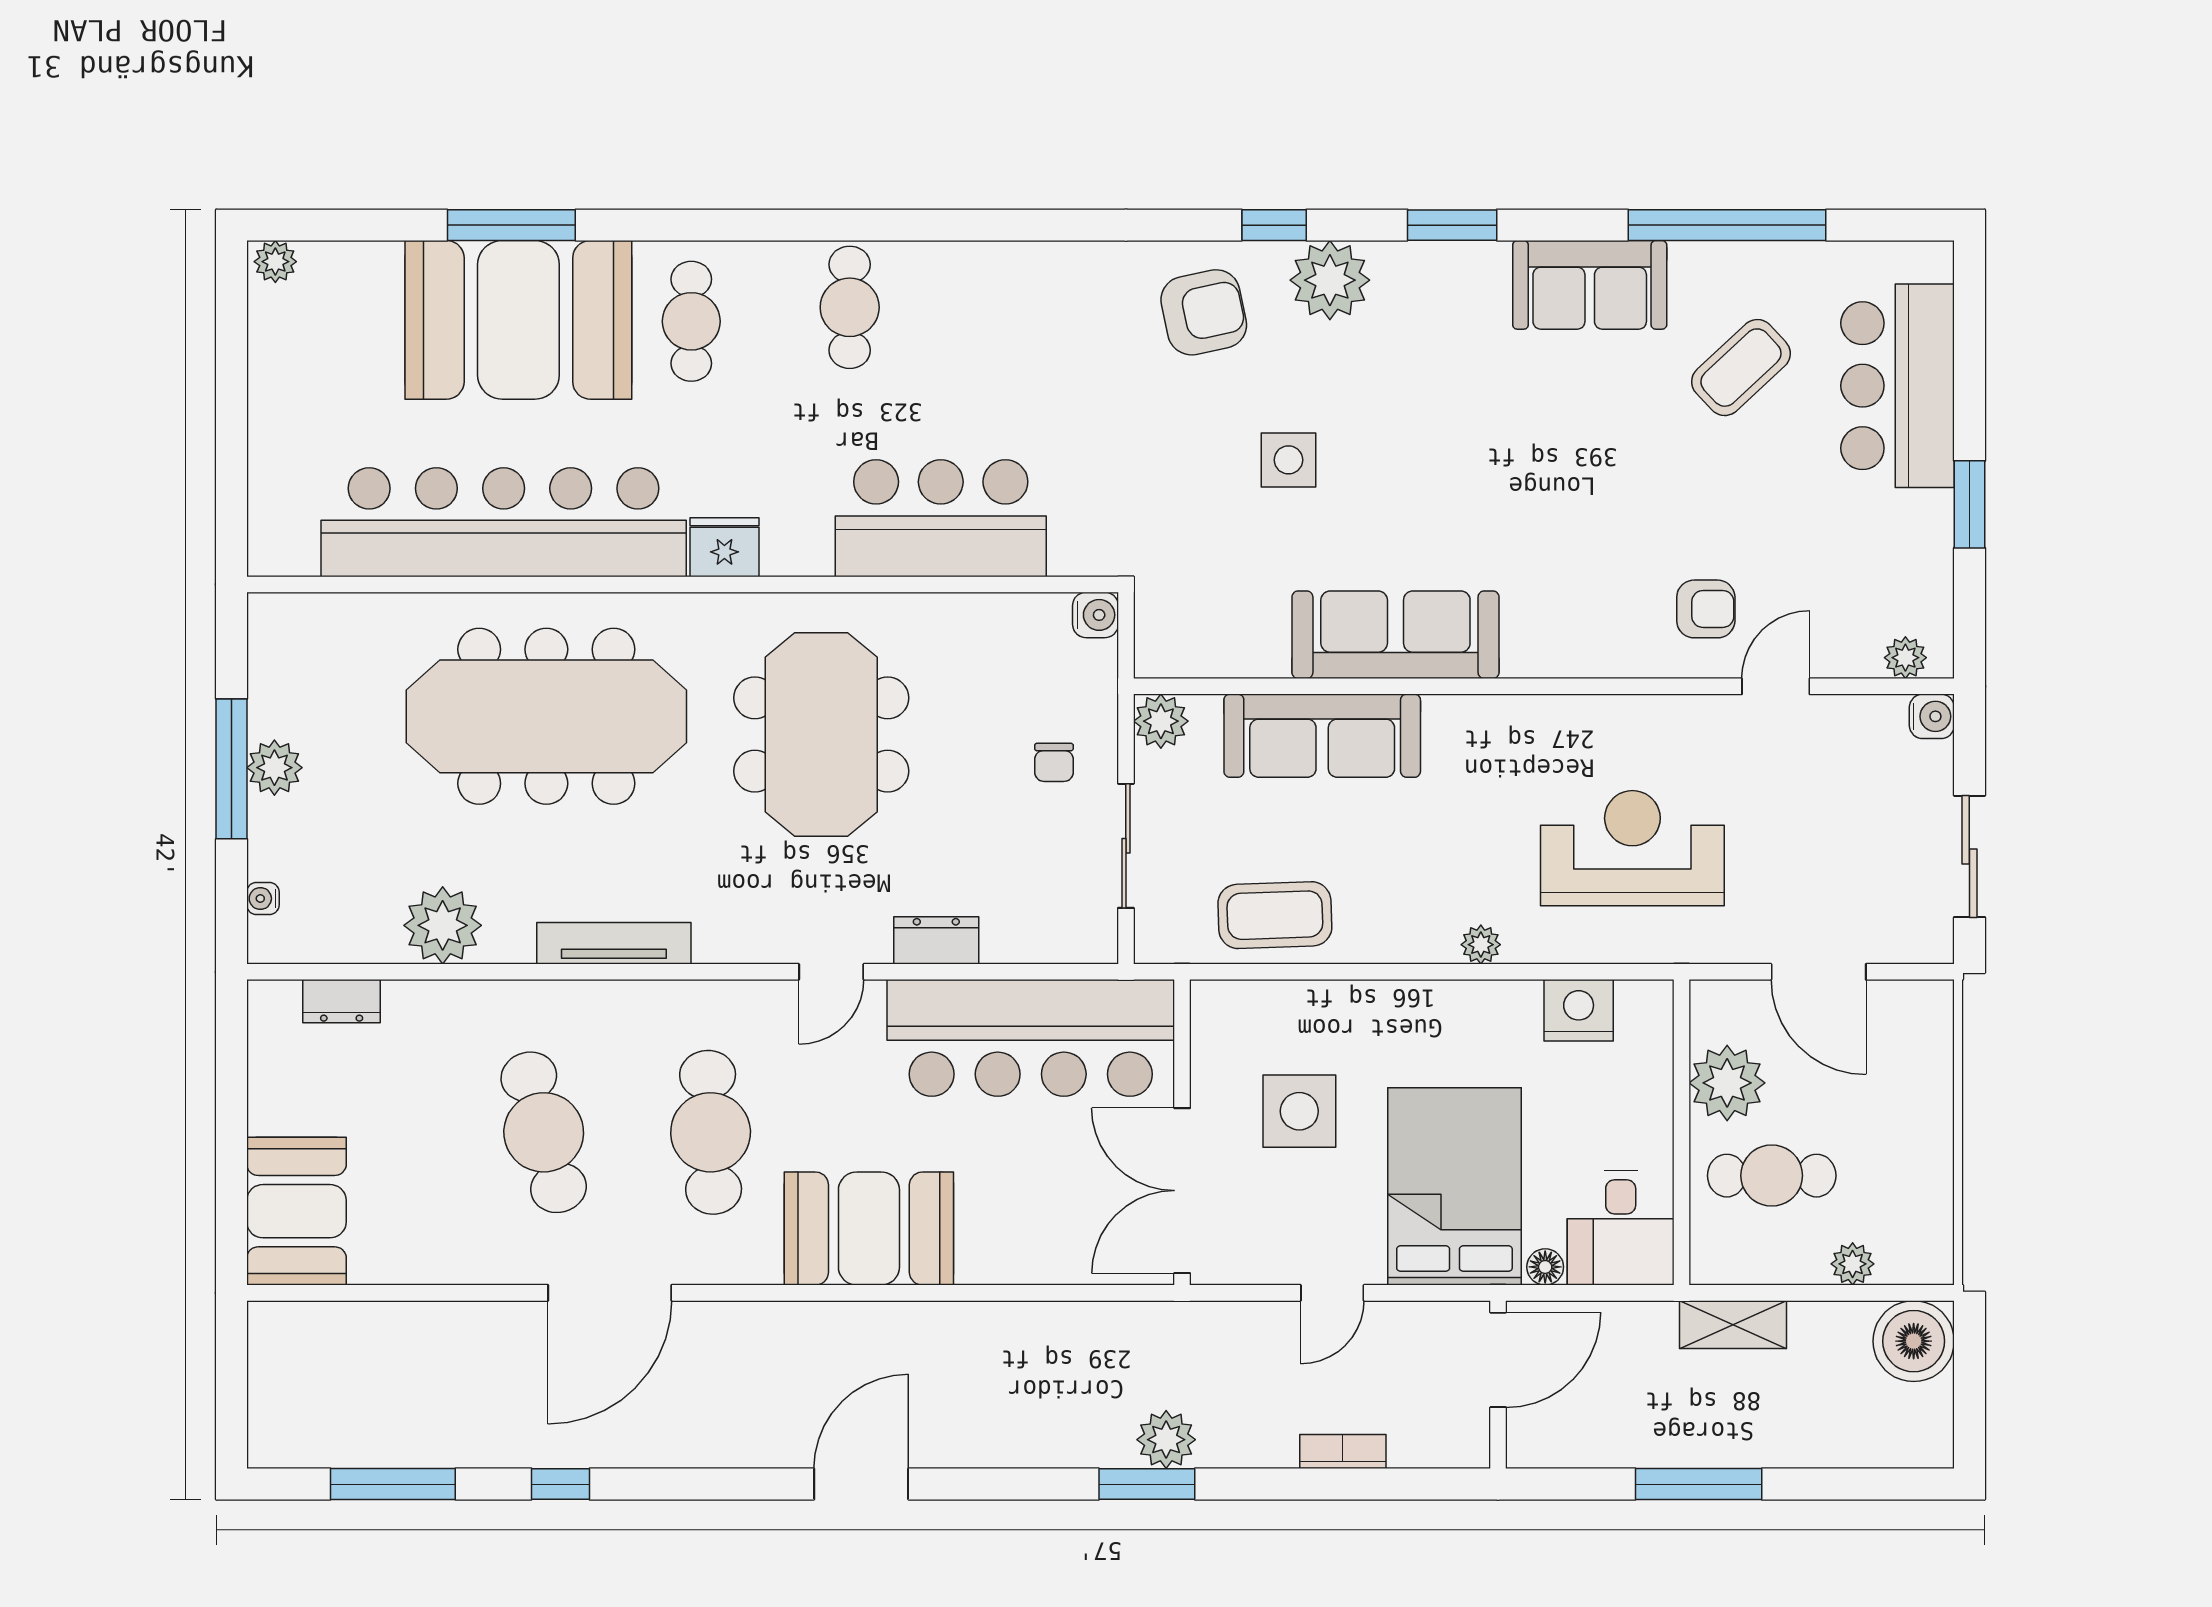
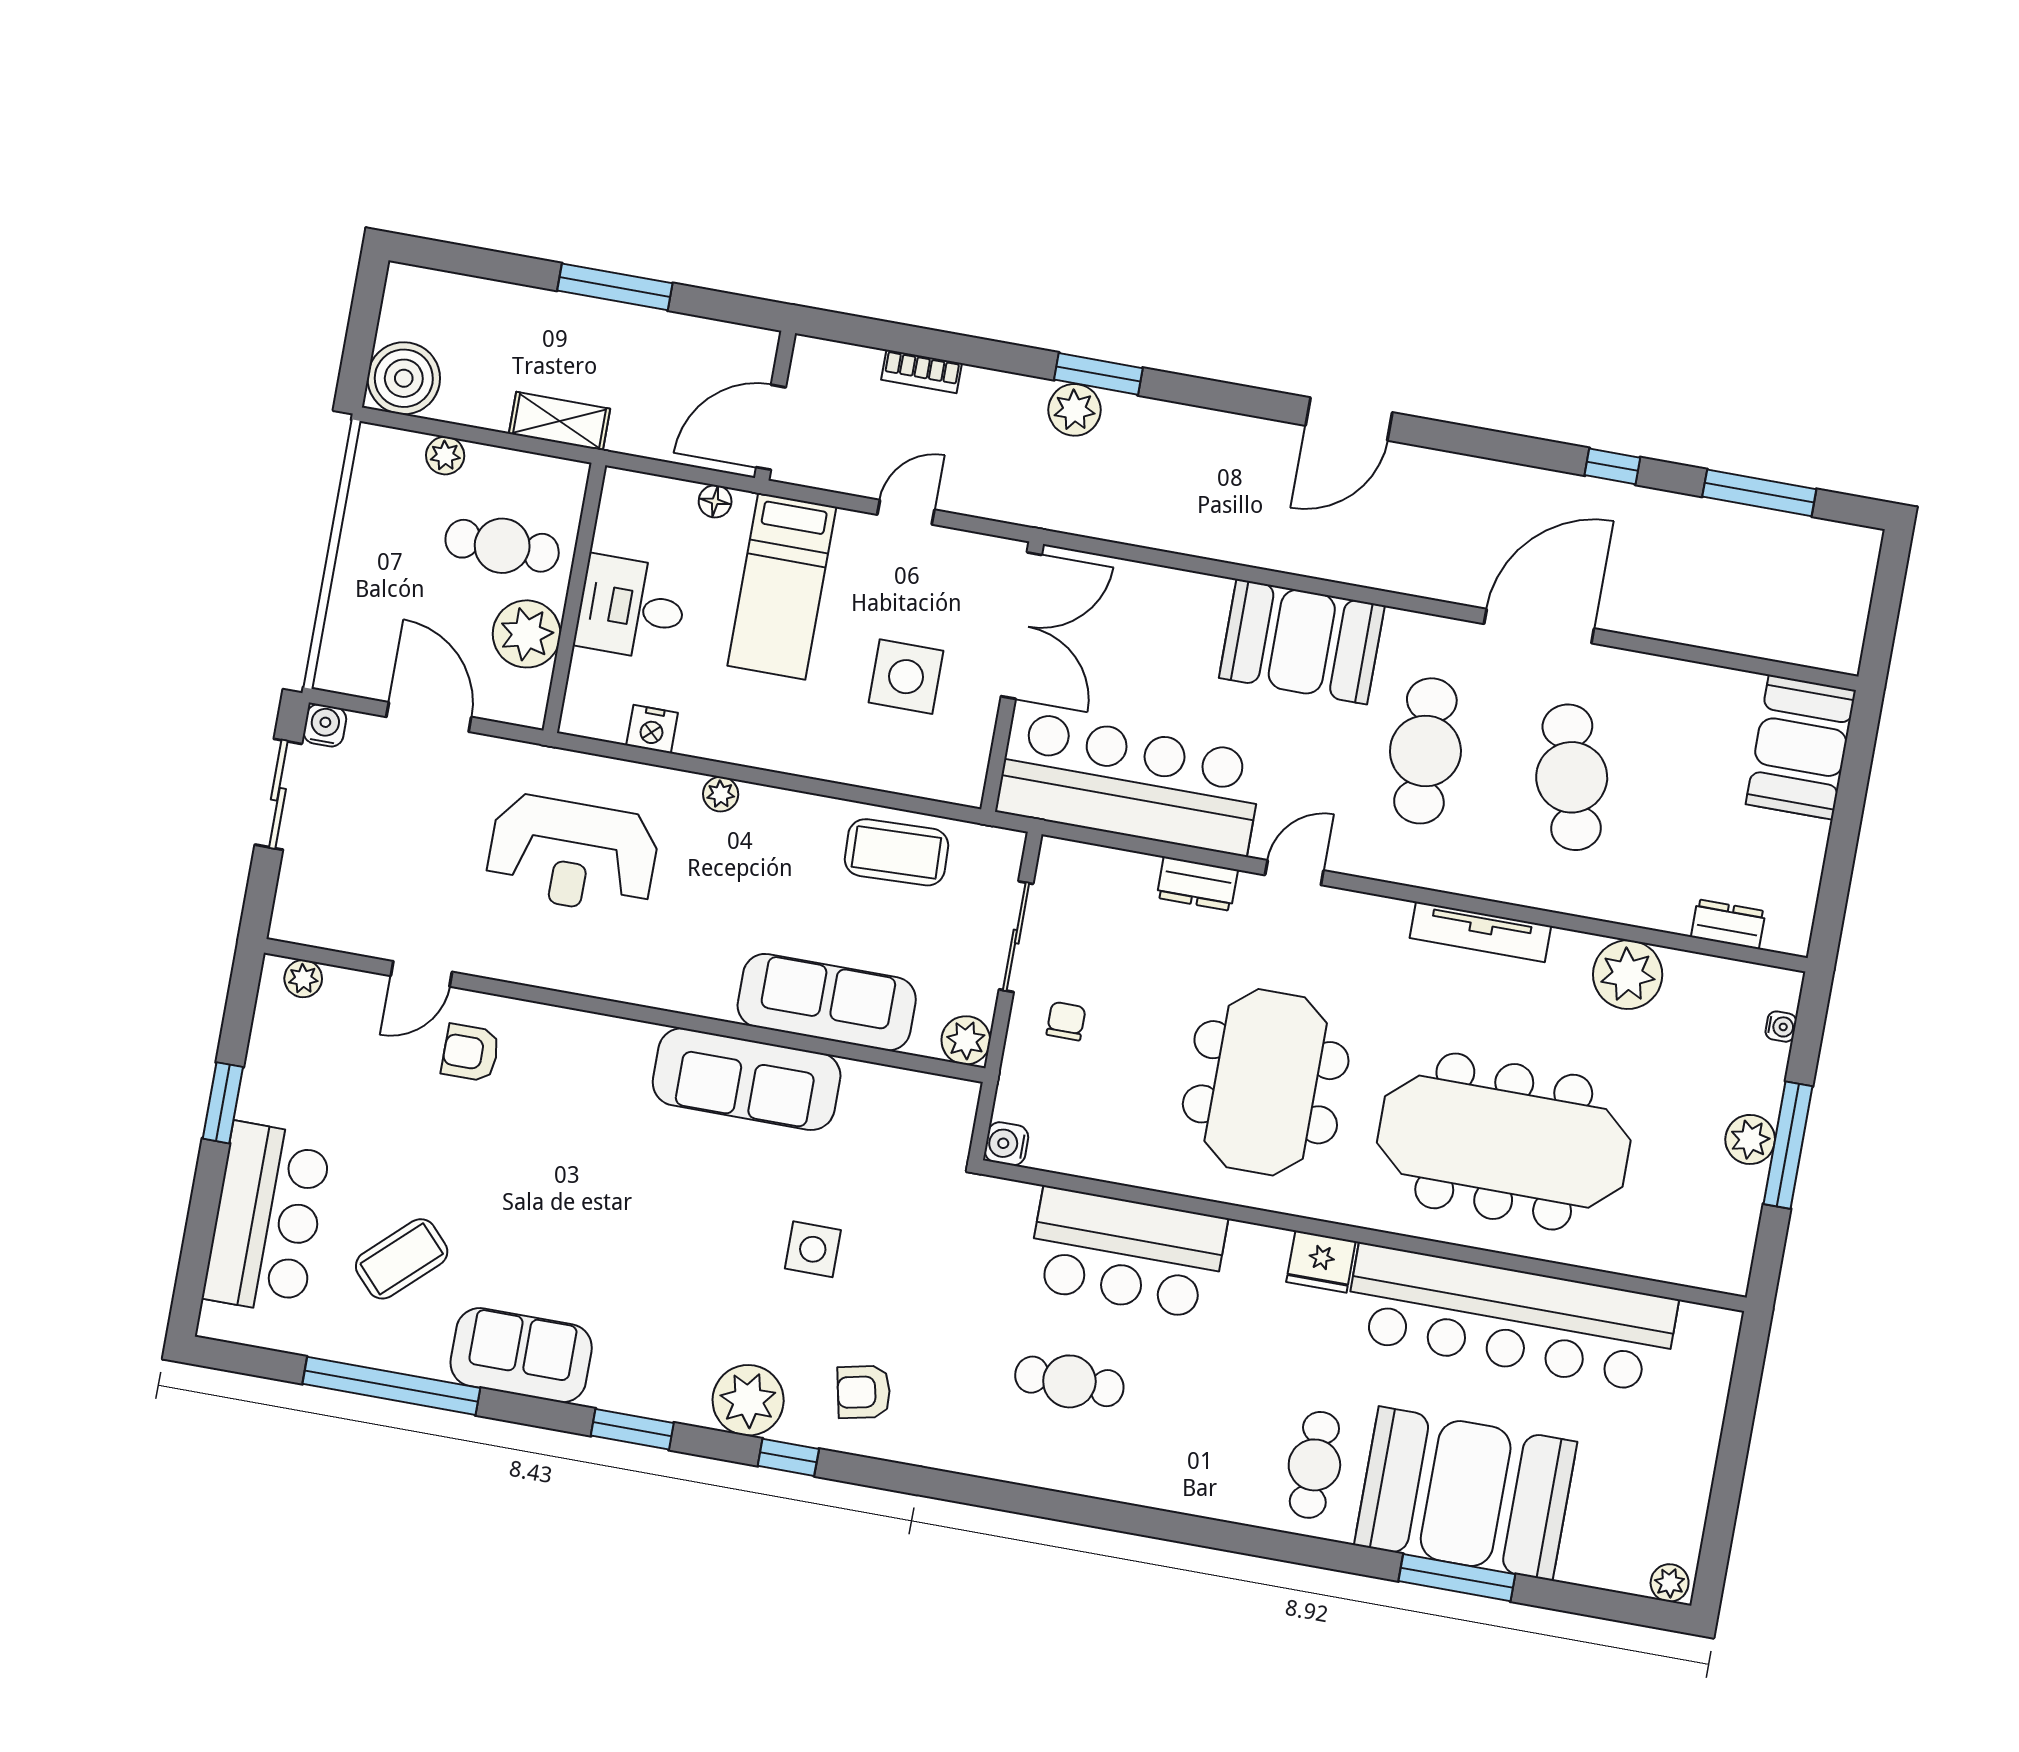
cafe table: (850, 307) -> (1069, 1381), moved, turned 90
armchair: (1204, 312) -> (864, 1392), width x0.72, depth x0.72
water cooler: (1932, 716) -> (325, 725), moved, turned 90
nightstand: (1579, 1010) -> (652, 729), width x0.74, depth x0.75
bed: (1454, 1186) -> (782, 586), width x0.67
desk: (1621, 1228) -> (631, 608), moved, turned -90

